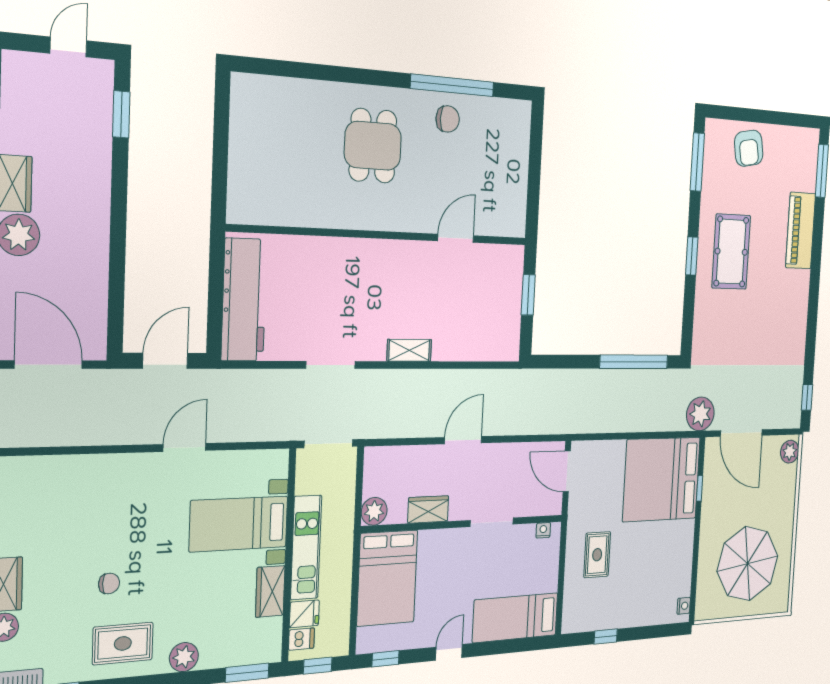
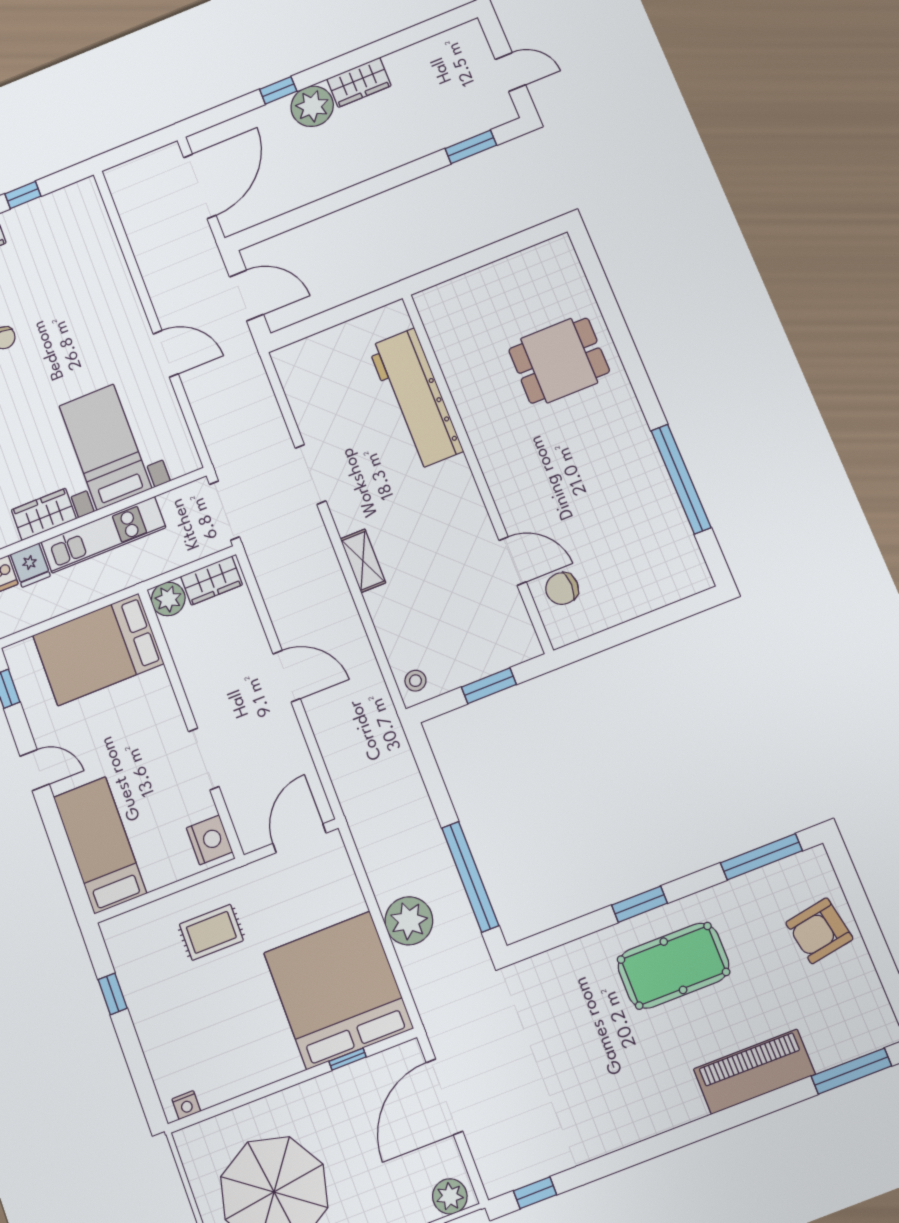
chair: (448, 119) -> (562, 589), moved, turned 90
dining table: (373, 146) -> (559, 361), moved
workbench: (244, 300) -> (415, 399), moved, turned 90
stool: (504, 346) -> (415, 681), added
plant: (700, 414) -> (409, 921), moved
wardrobe: (428, 509) -> (212, 581), moved, turned 90
nightstand: (543, 530) -> (209, 840), width x1.89, depth x1.79

